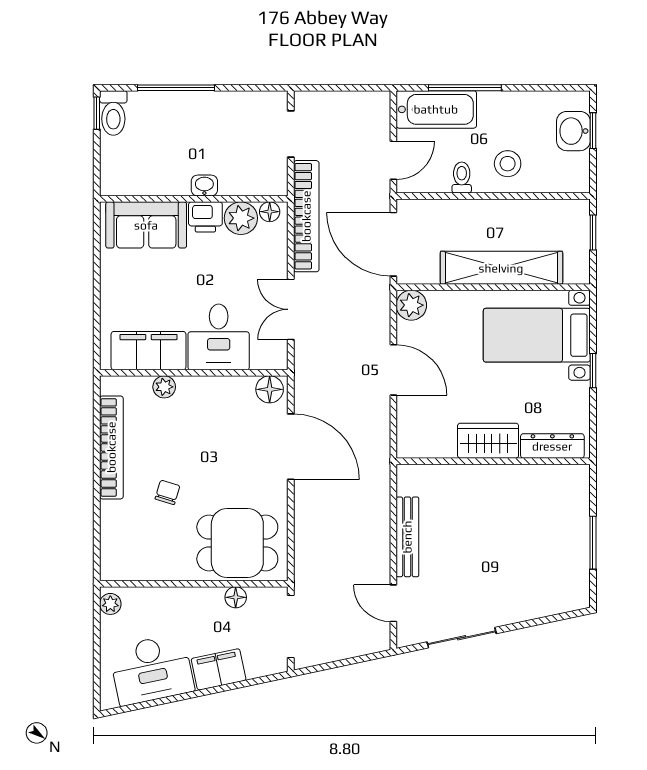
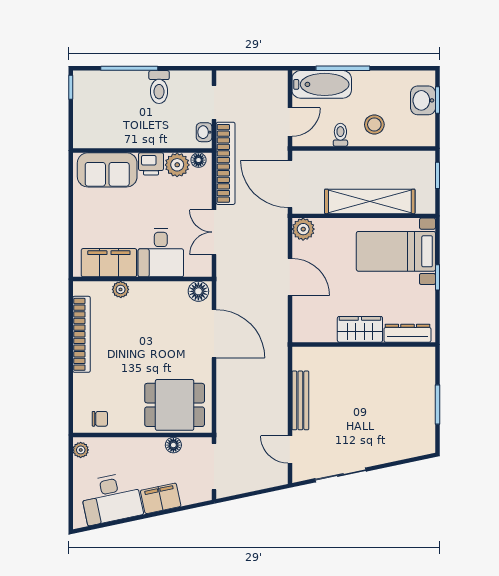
toilet: (113, 113) -> (159, 87), moved
washbasin: (204, 185) -> (204, 132), moved, turned -90
chair: (167, 492) -> (100, 419), moved, turned 73

